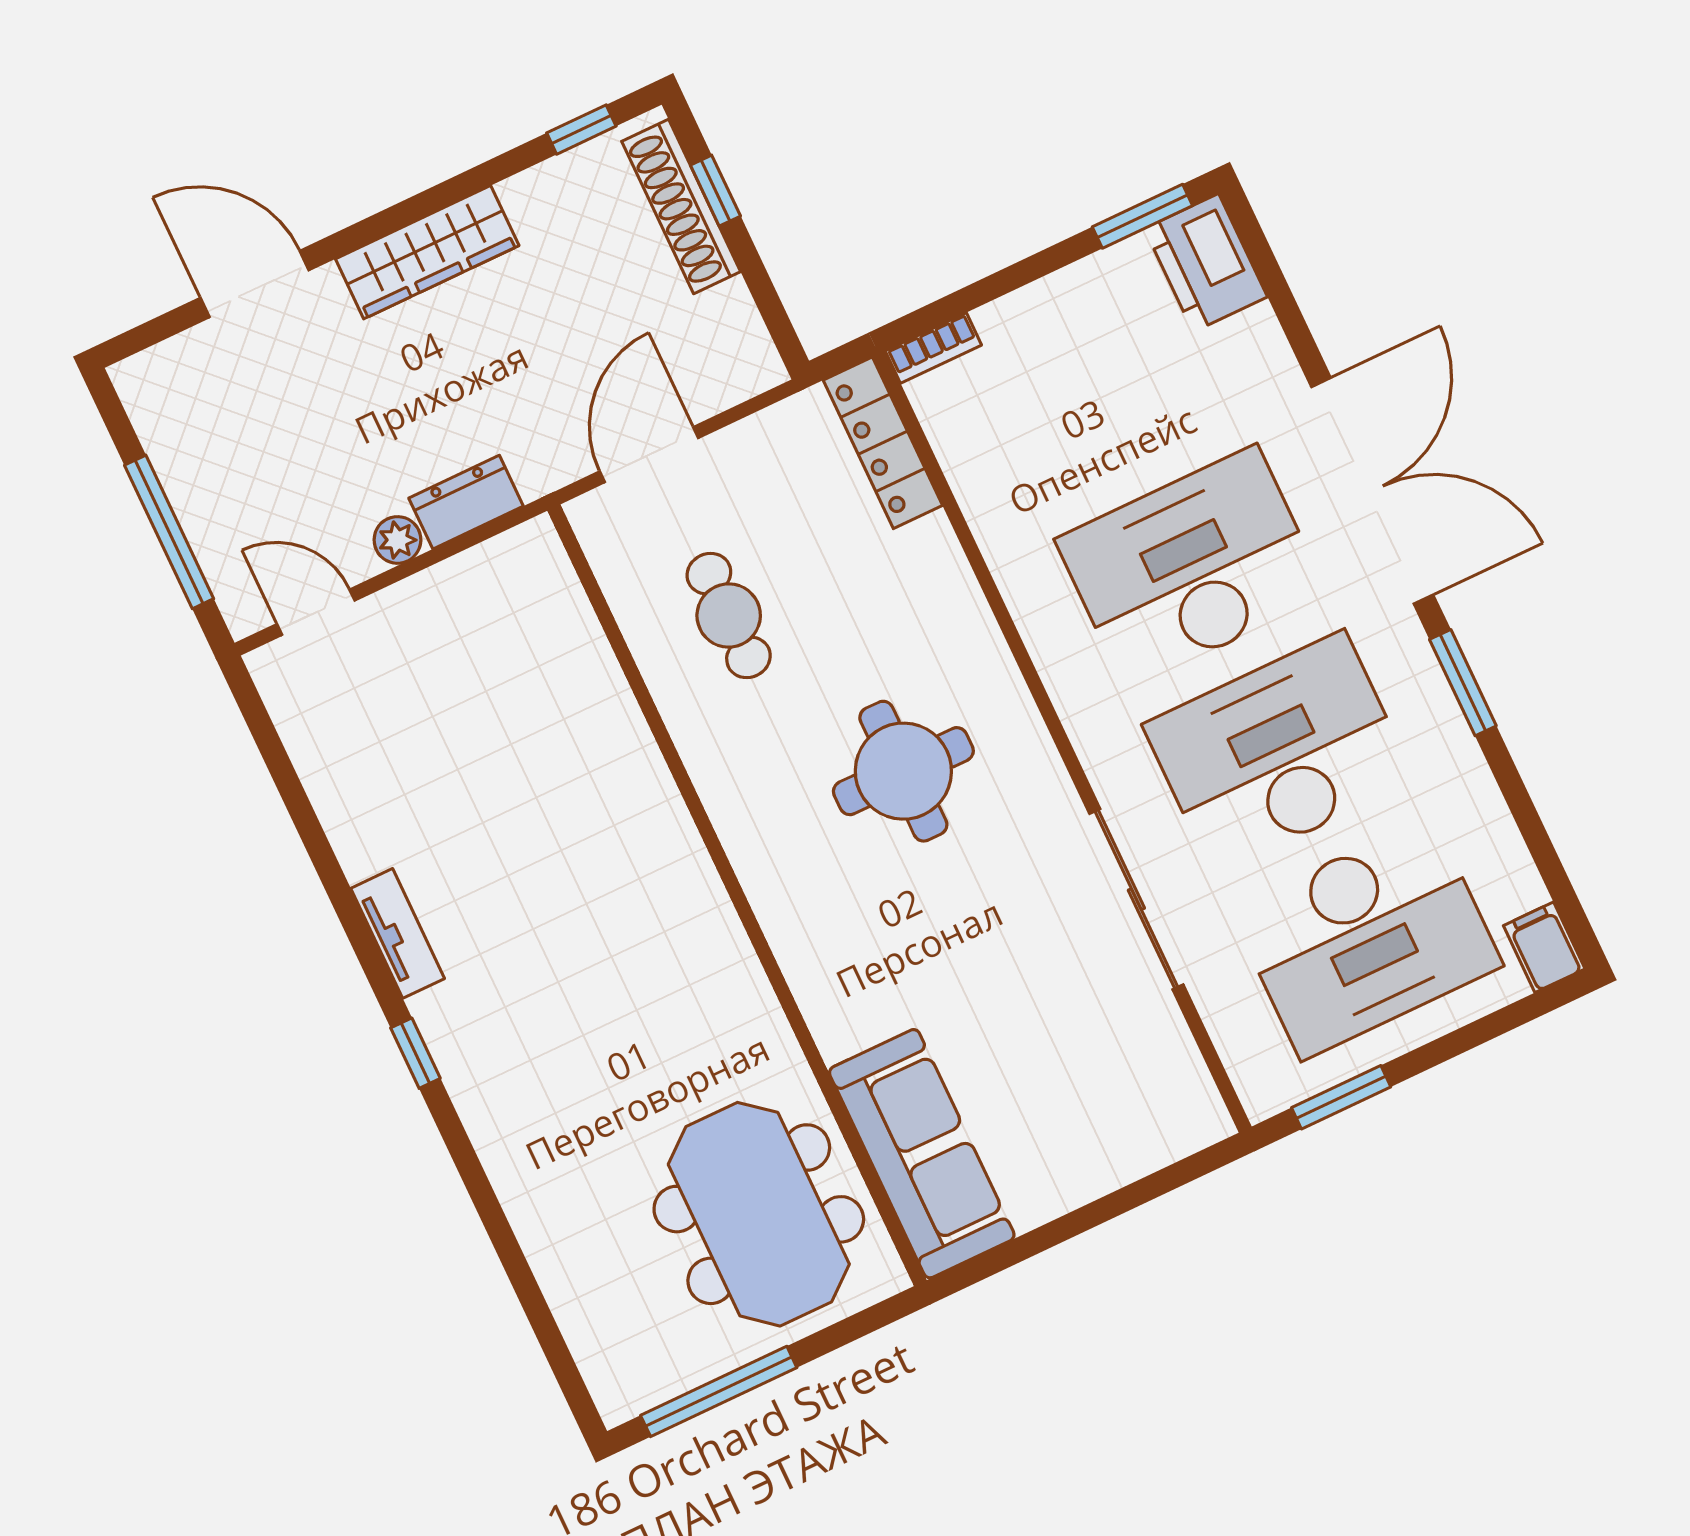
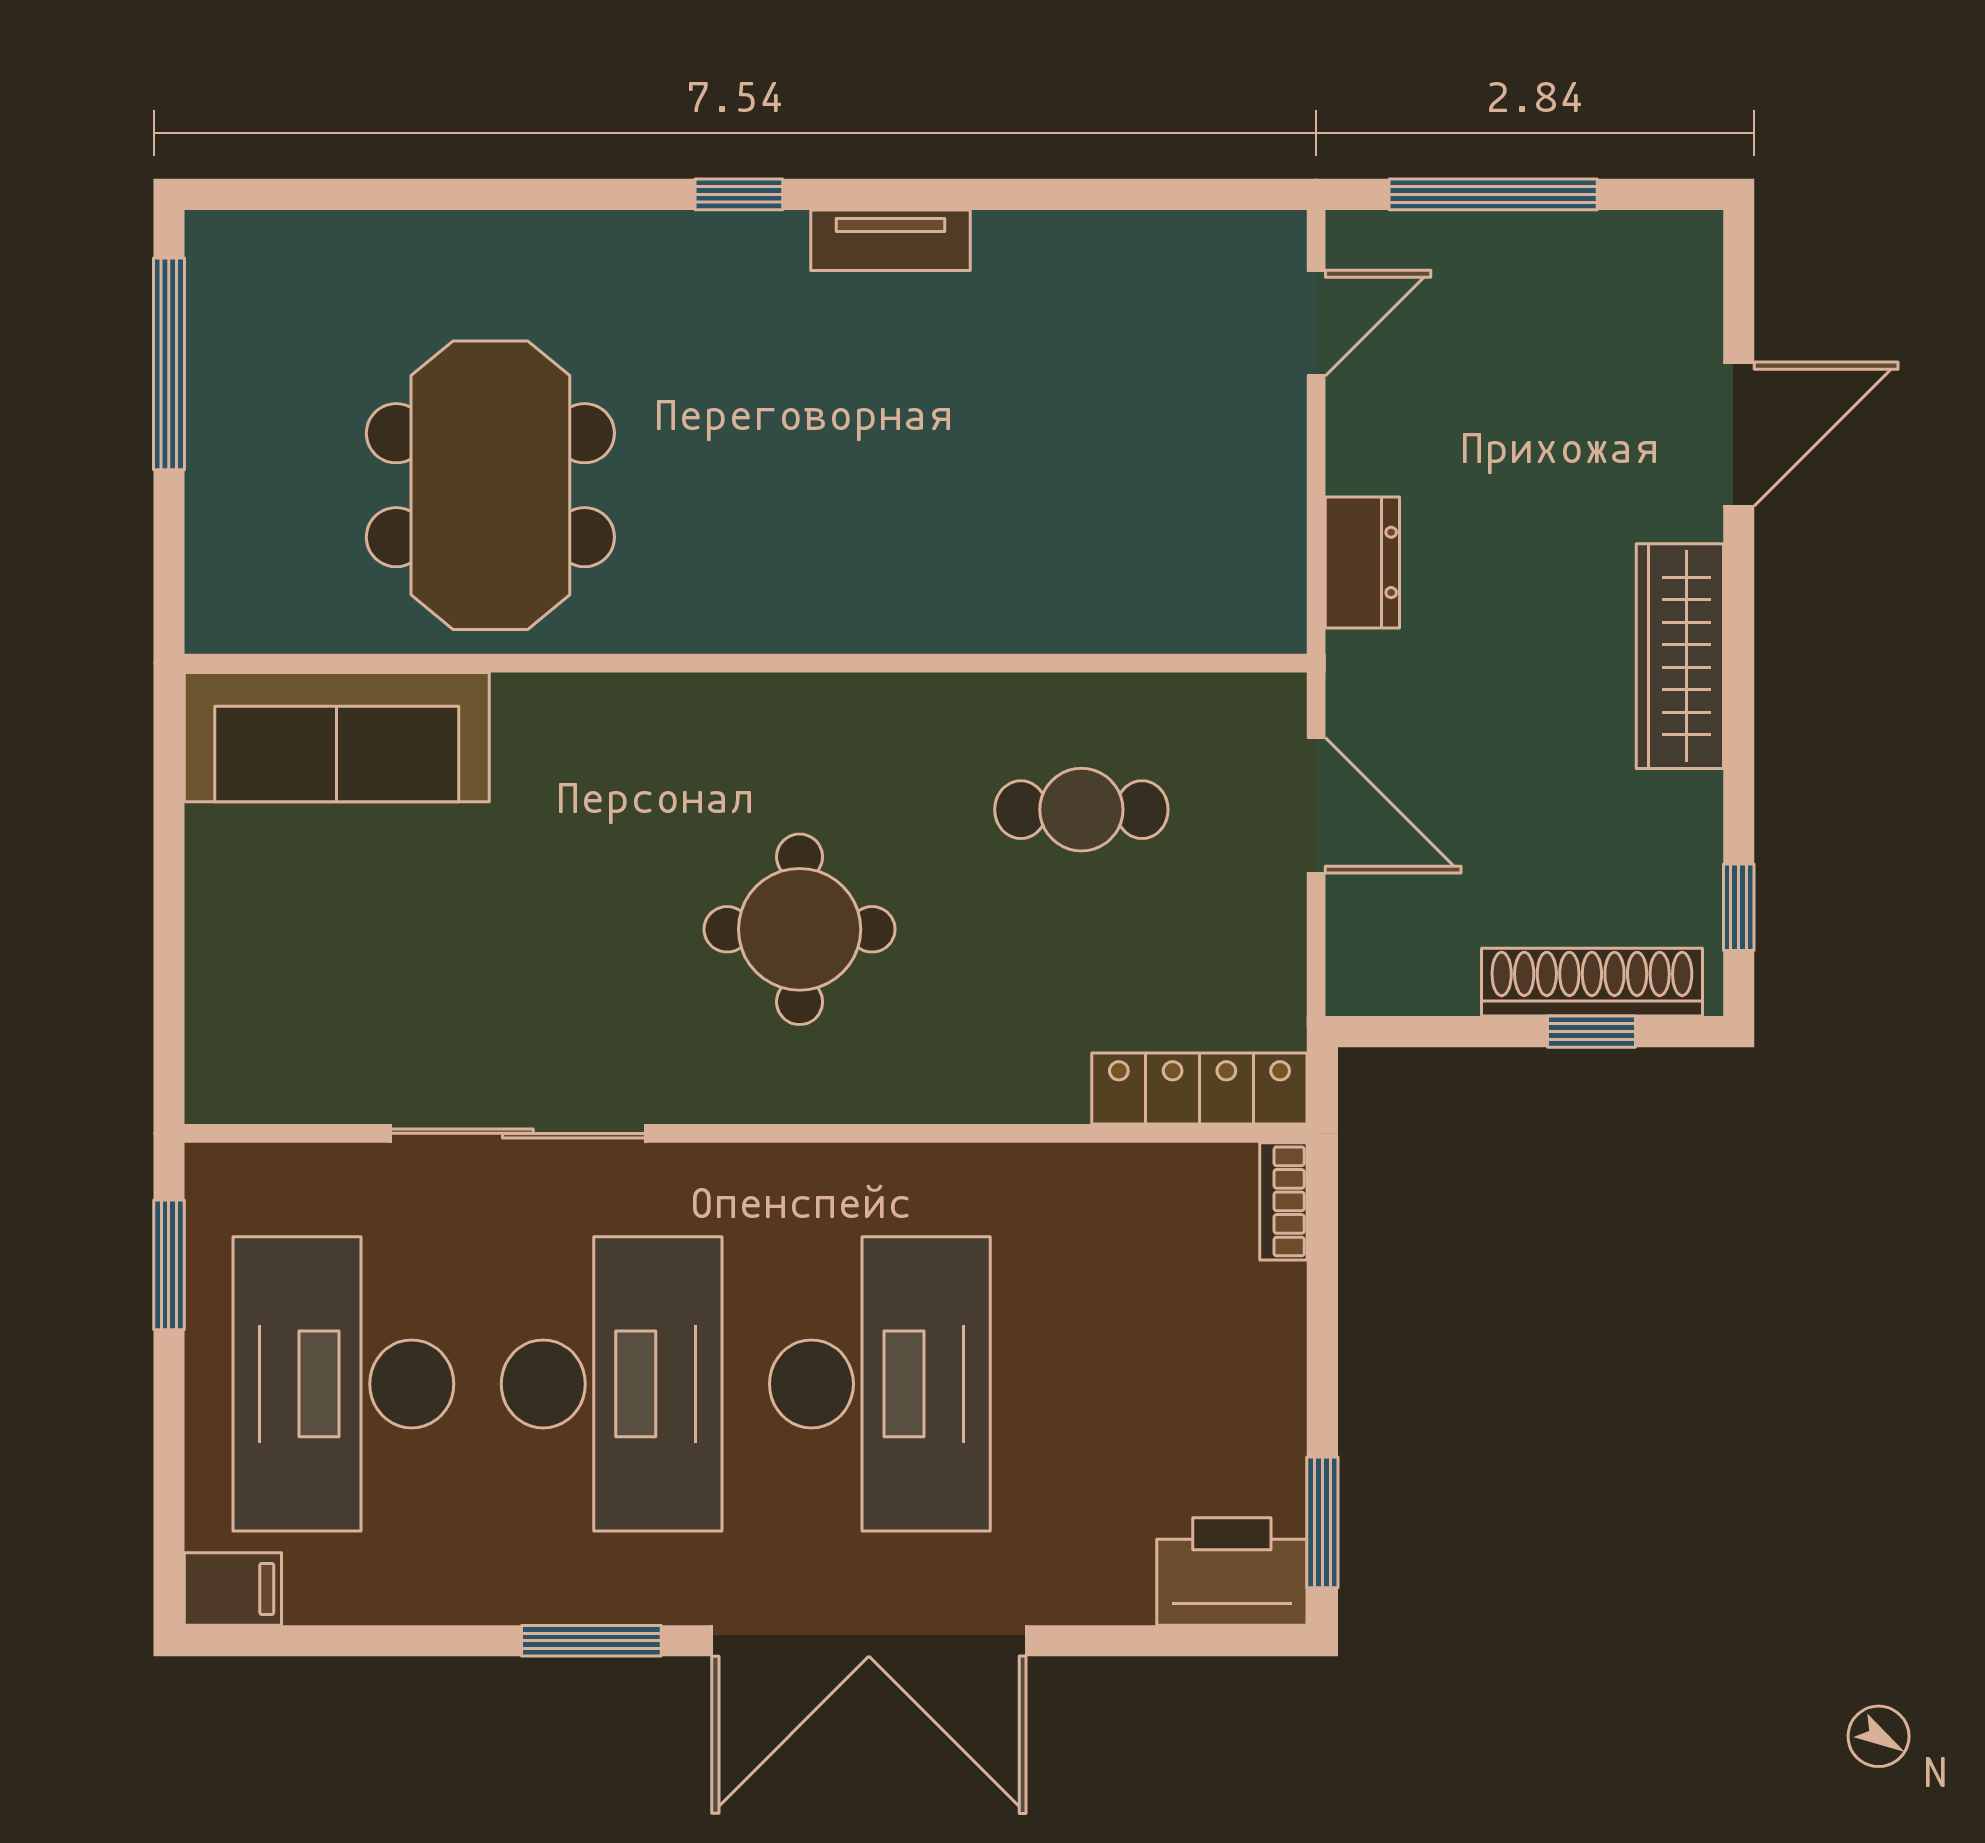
plant: (397, 540) -> (1356, 460), removed
meeting table: (759, 1214) -> (490, 485), moved, turned 90

